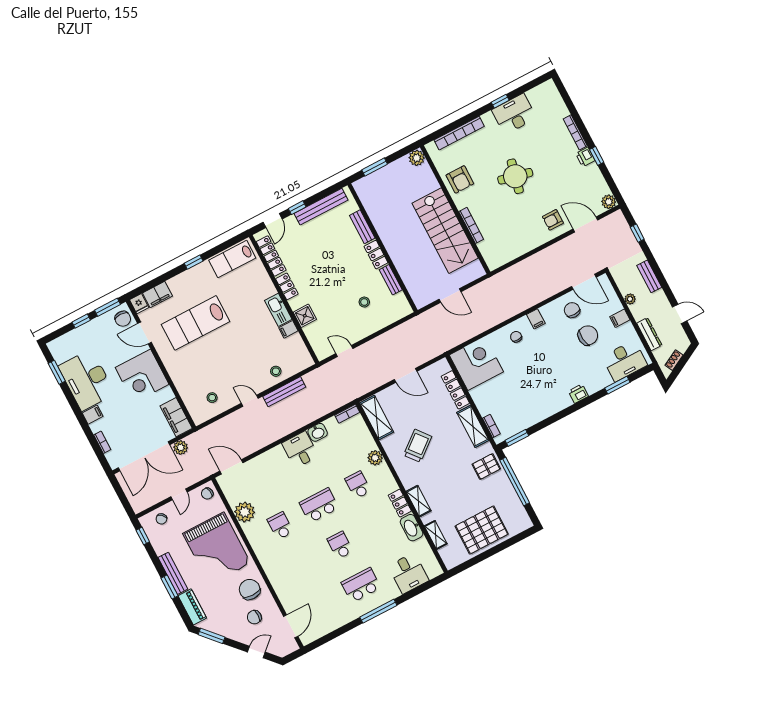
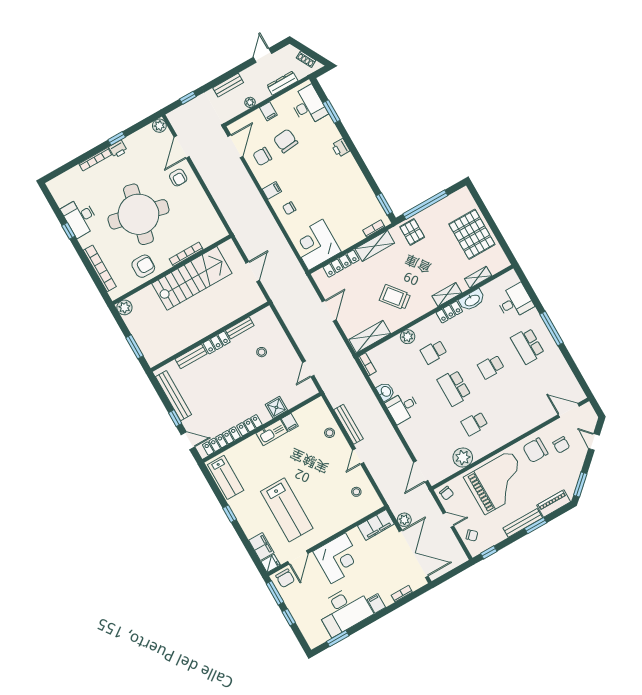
round table: (515, 176) -> (138, 214), width x1.86, depth x1.86
chair: (123, 319) -> (285, 578), turned 90

